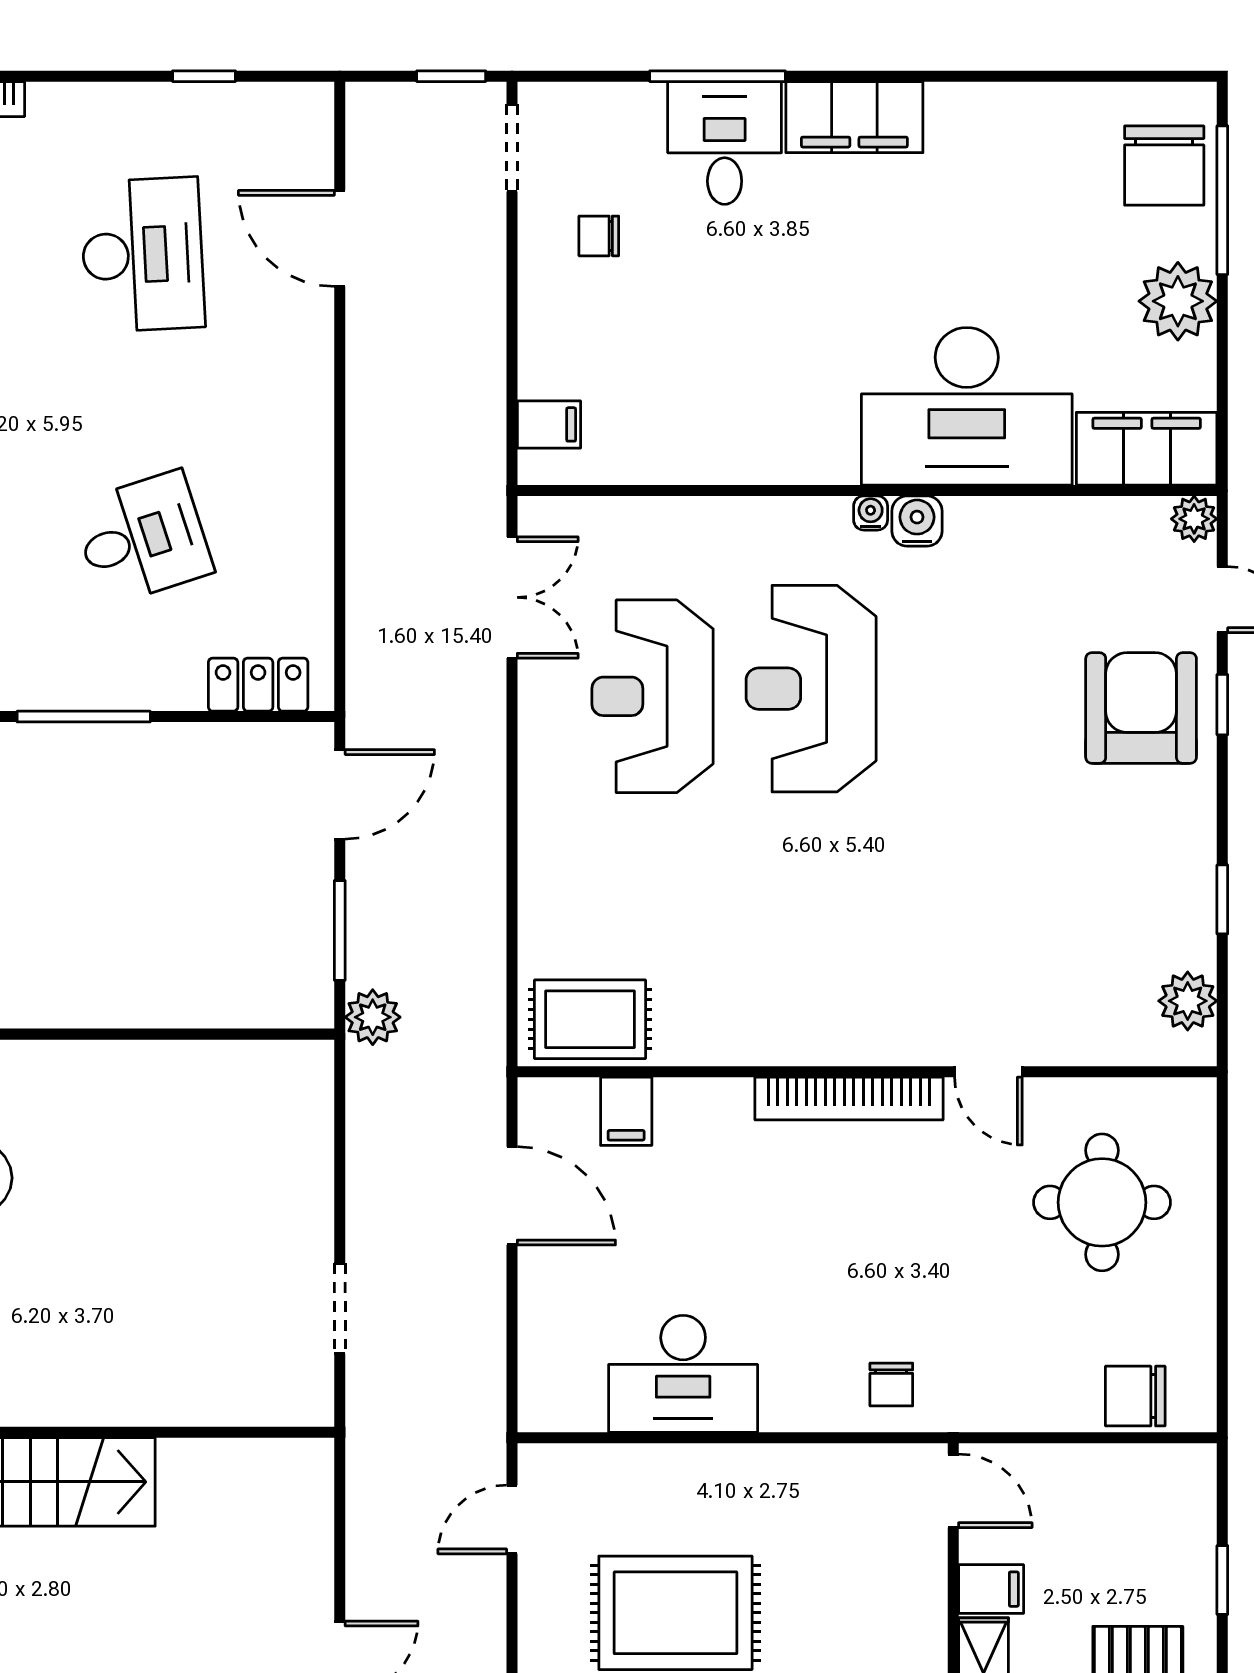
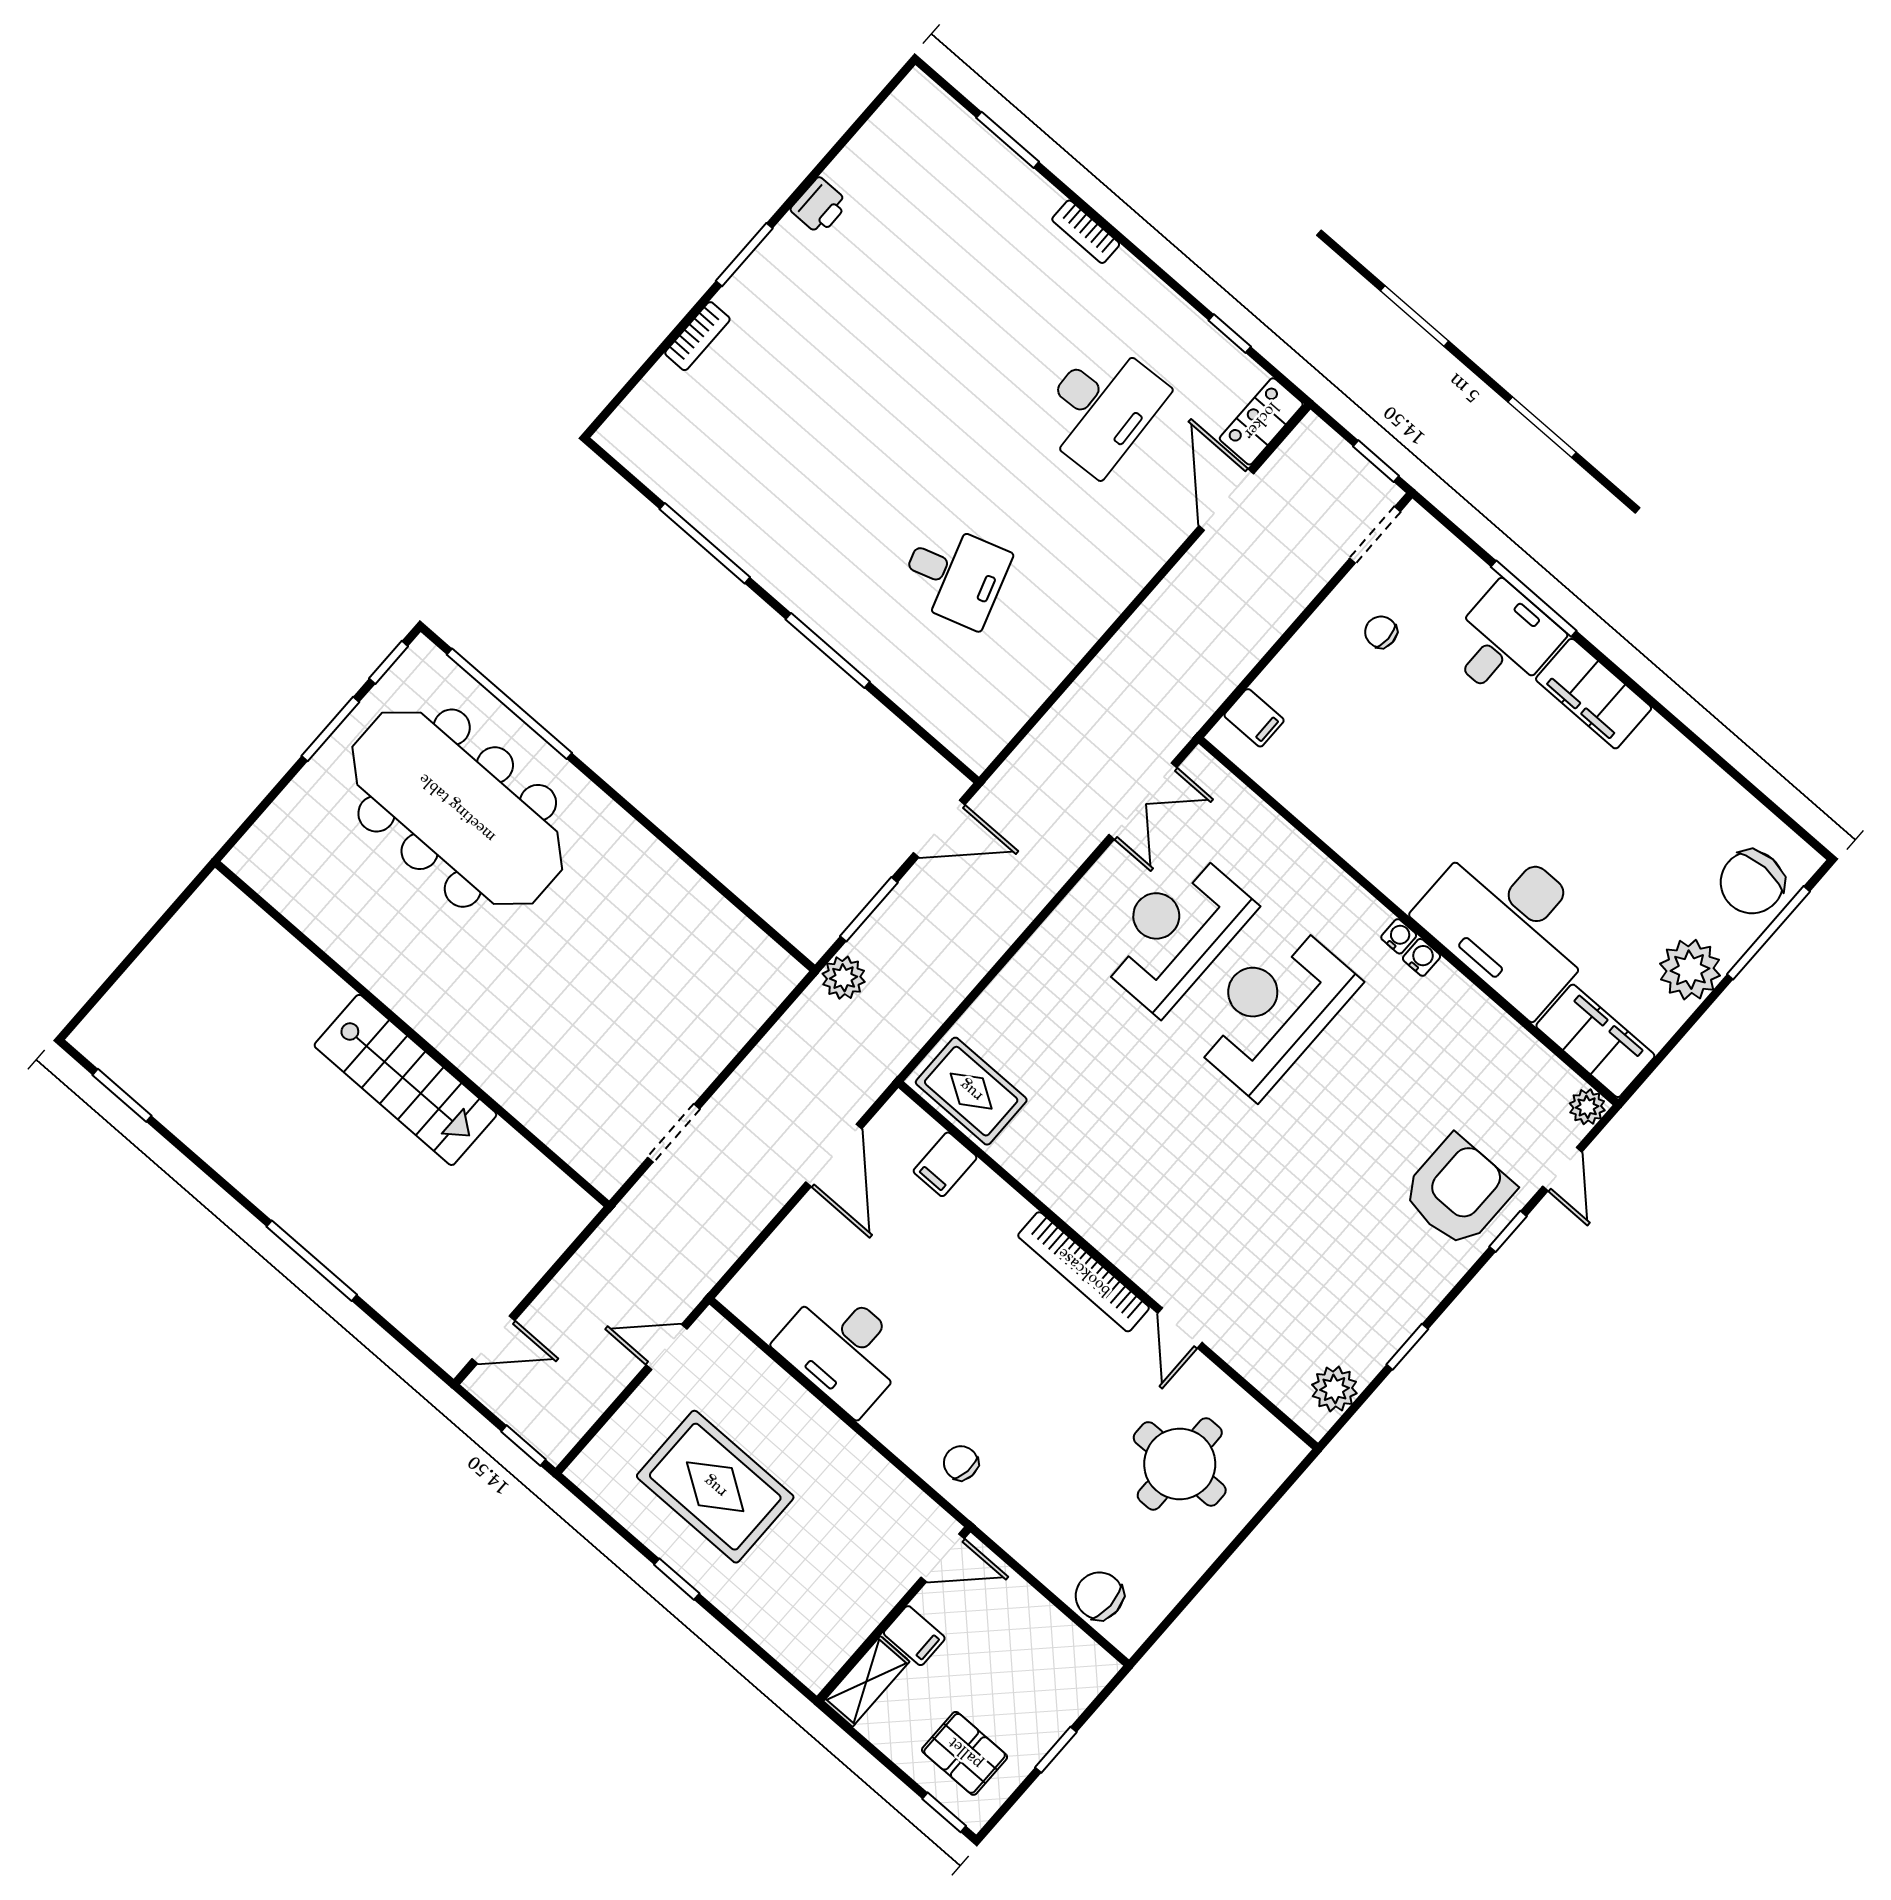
water cooler: (917, 521) -> (1421, 957), width x0.72, depth x0.72
locker: (258, 685) -> (1261, 421), moved, turned -90
chair: (891, 1385) -> (961, 1463), turned 97
door: (953, 1491) -> (943, 1558), hinge flipped

